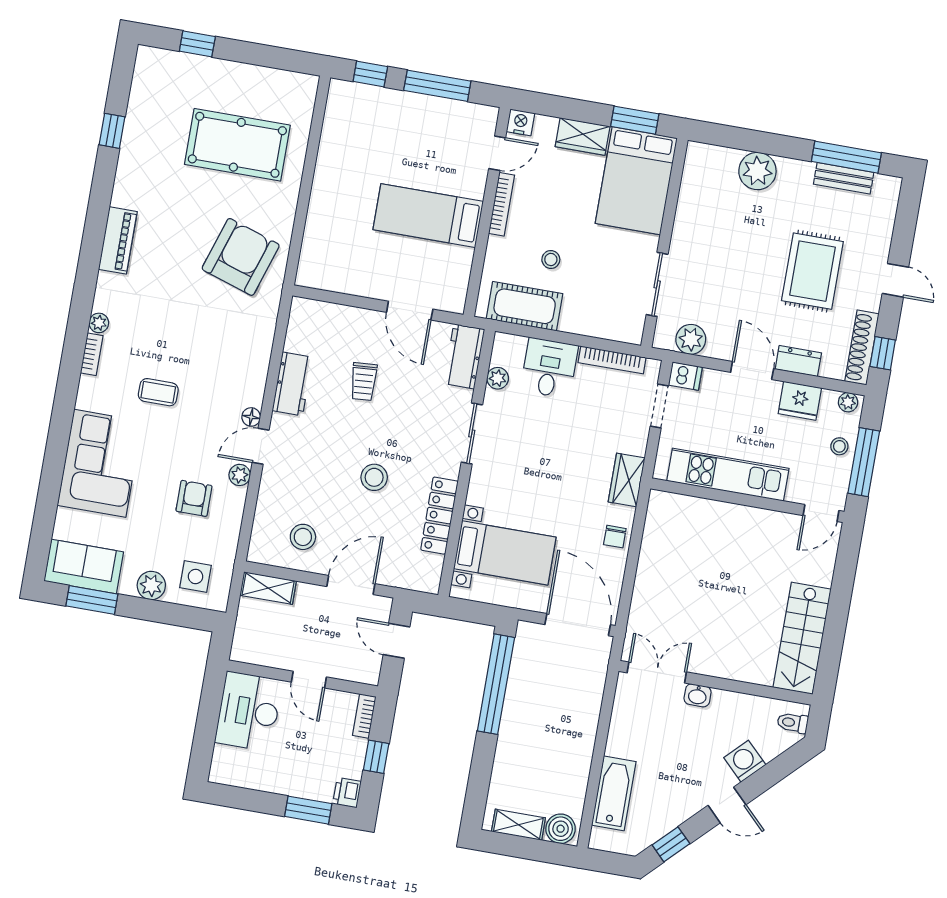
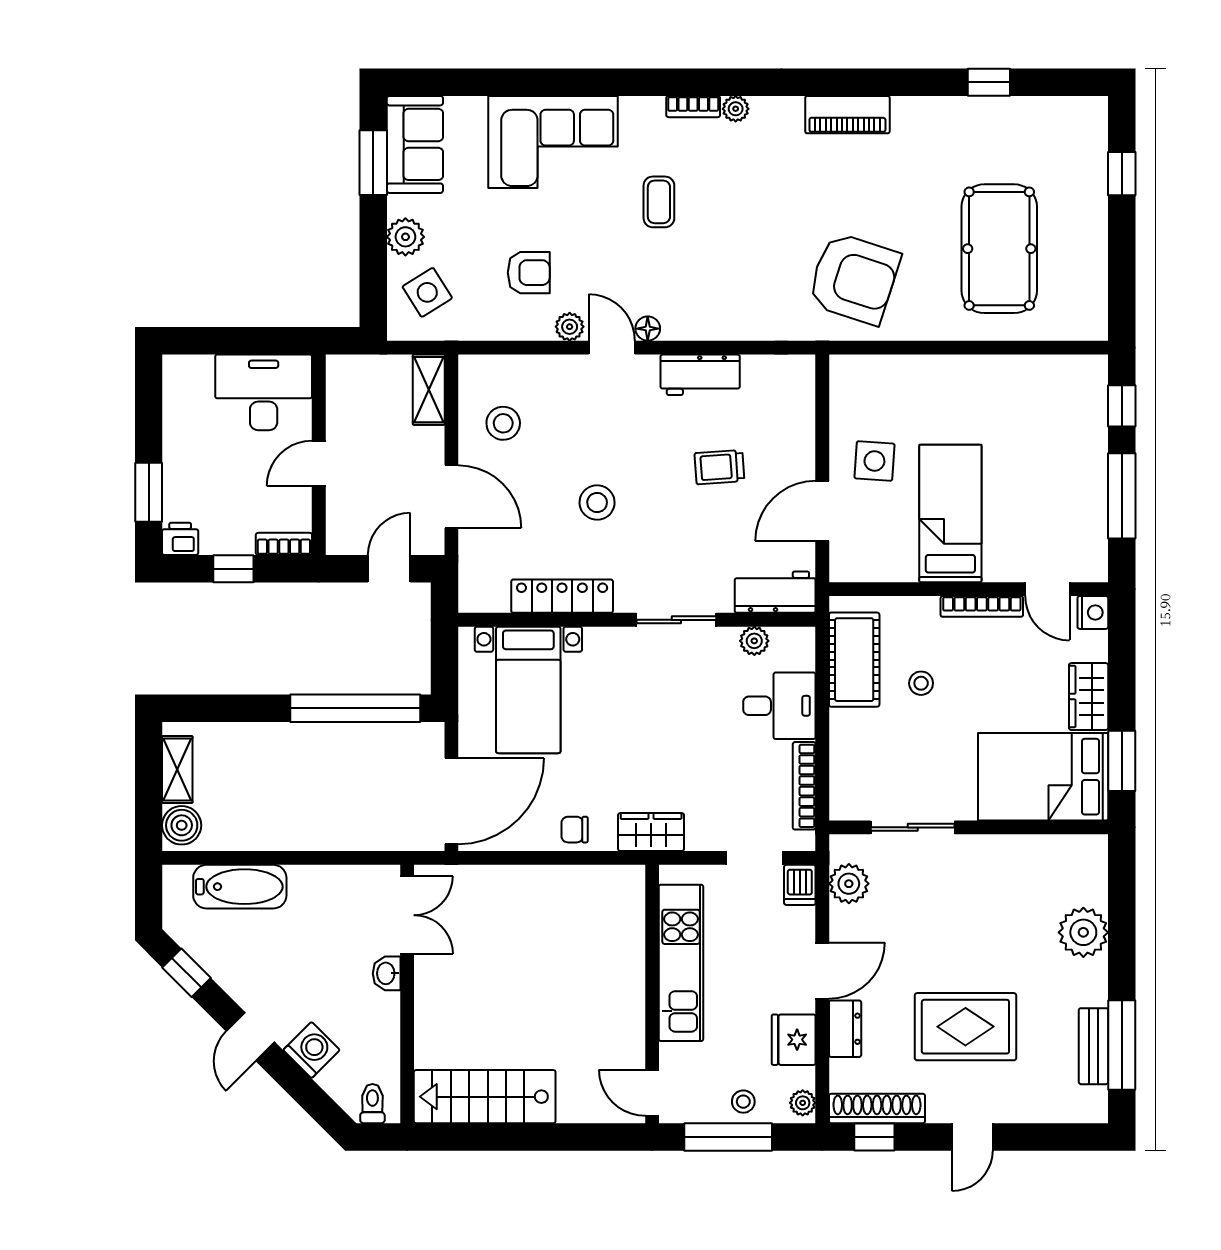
side table: (379, 265) -> (874, 461), added
side table: (196, 576) -> (427, 292), turned -32

